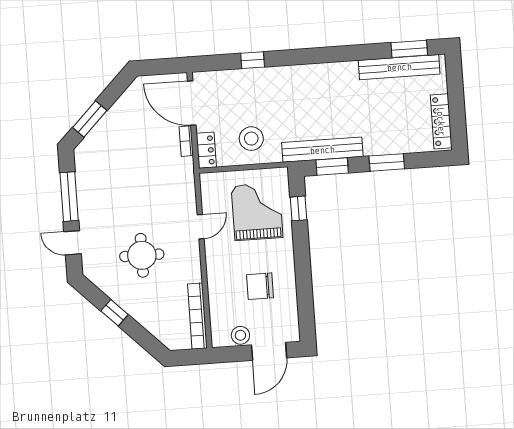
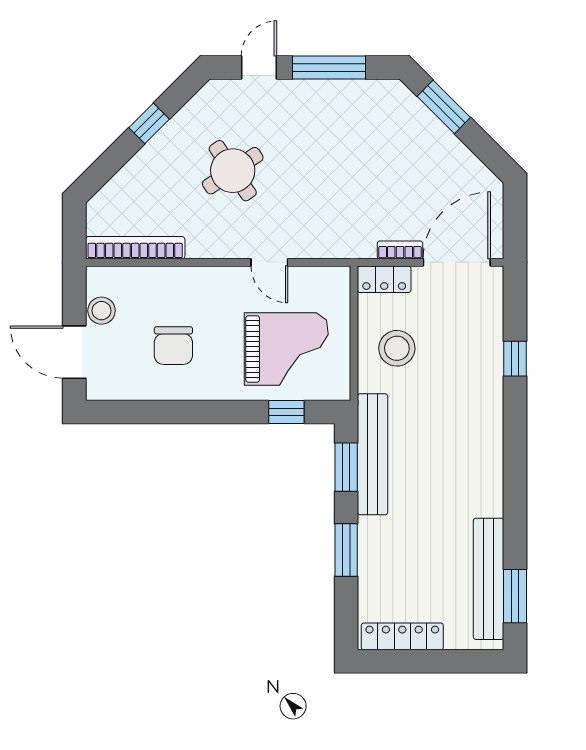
round table: (142, 255) -> (233, 171), turned -34
chair: (260, 286) -> (173, 346), turned 180

